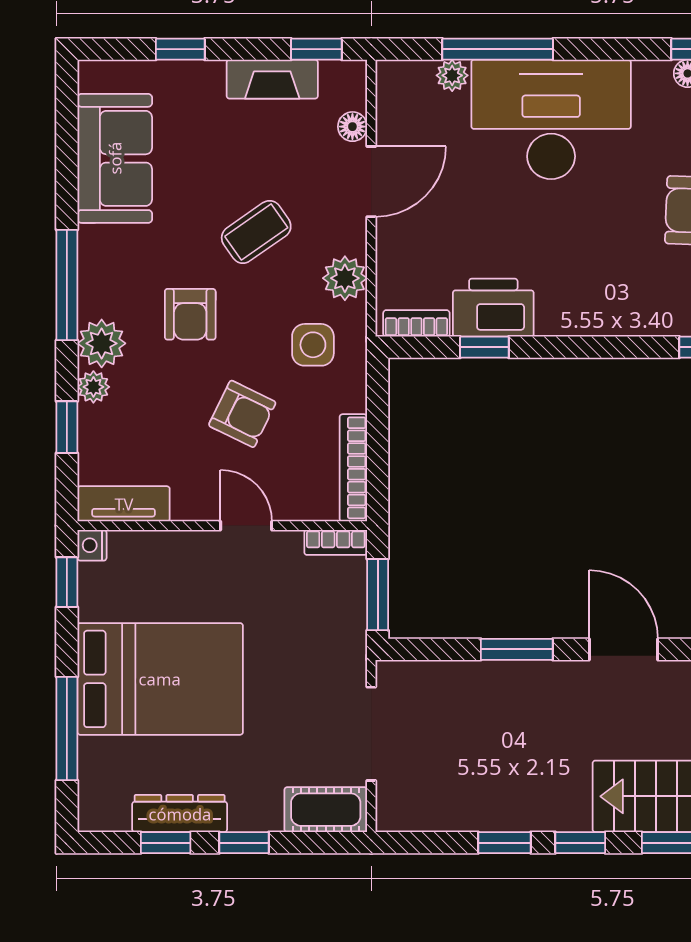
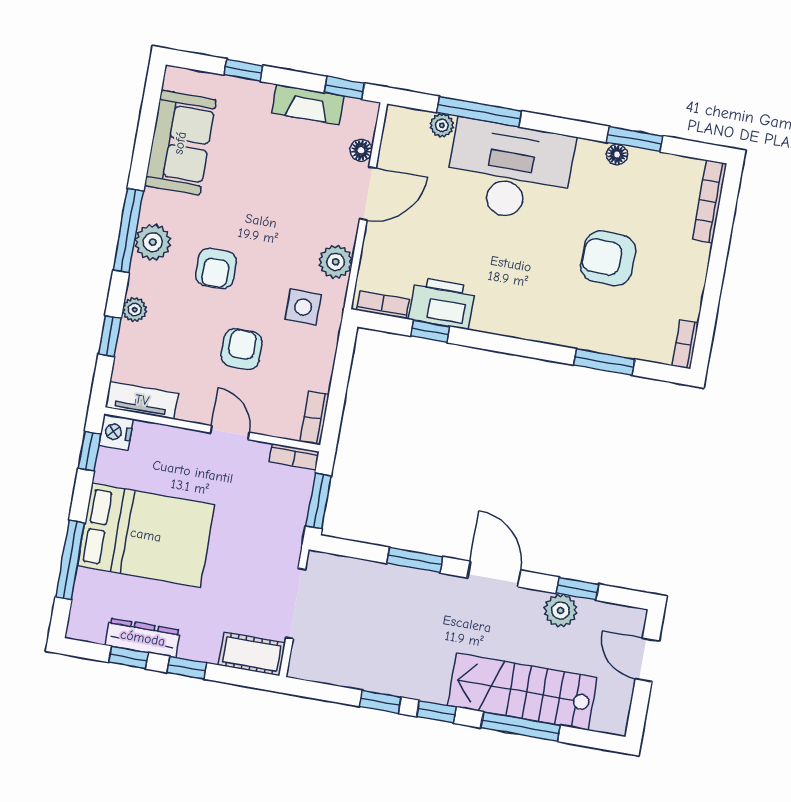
coffee table: (256, 232) -> (276, 216), removed
plant: (102, 343) -> (153, 242), moved
armchair: (242, 414) -> (242, 349), turned -116
bookcase: (353, 468) -> (315, 418), width x0.64
nightstand: (92, 545) -> (116, 432), width x1.39, depth x1.35

